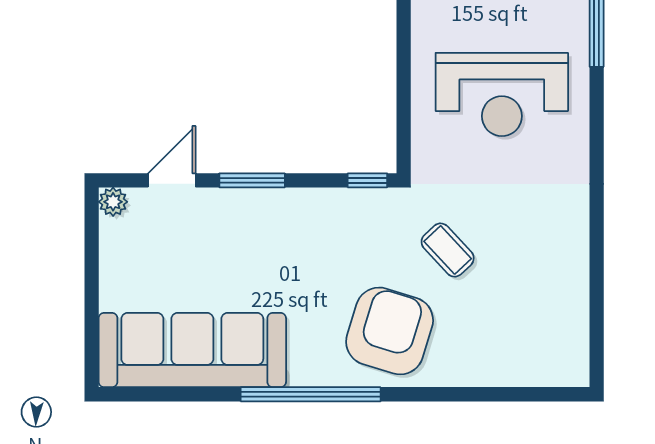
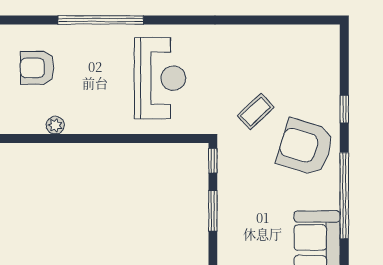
window: (252, 180) -> (213, 211), moved
window: (451, 394) -> (344, 109), added

